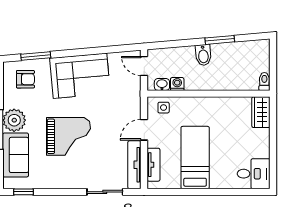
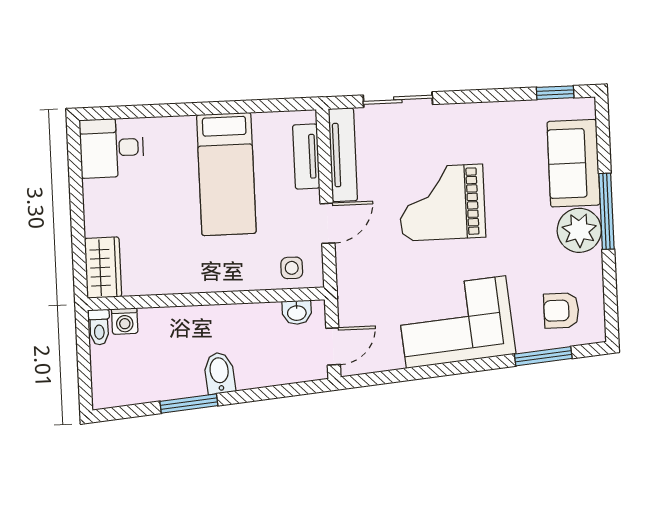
door: (144, 66) -> (333, 346), hinge flipped
washing machine: (177, 84) -> (125, 321), moved
grand piano: (68, 136) -> (442, 202), moved

